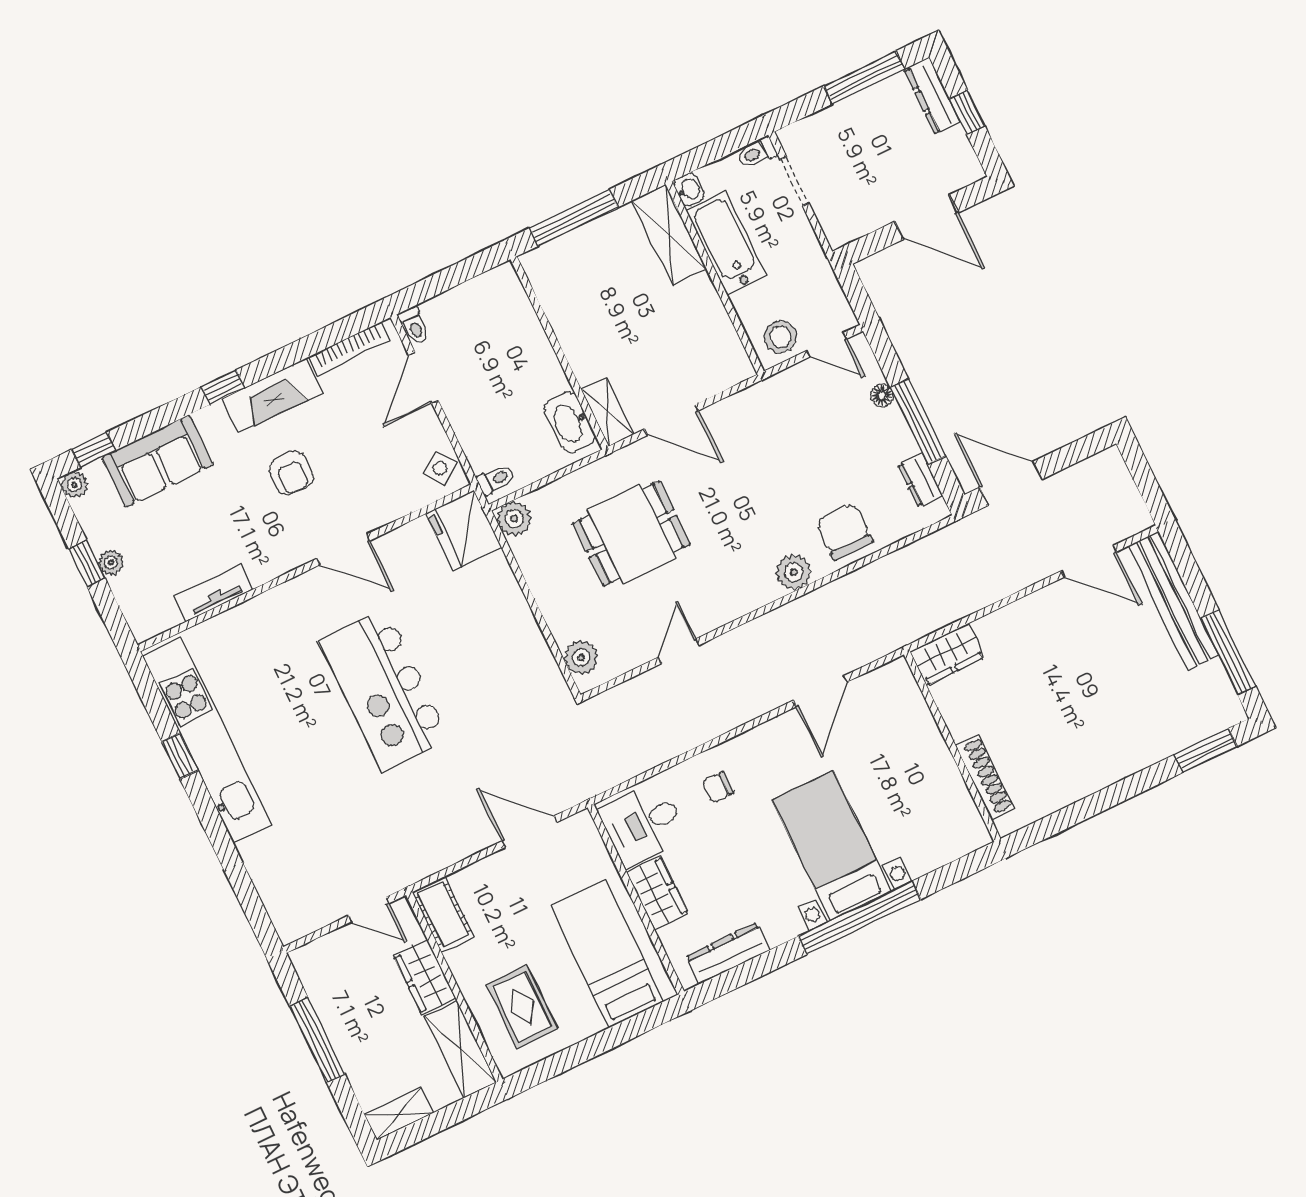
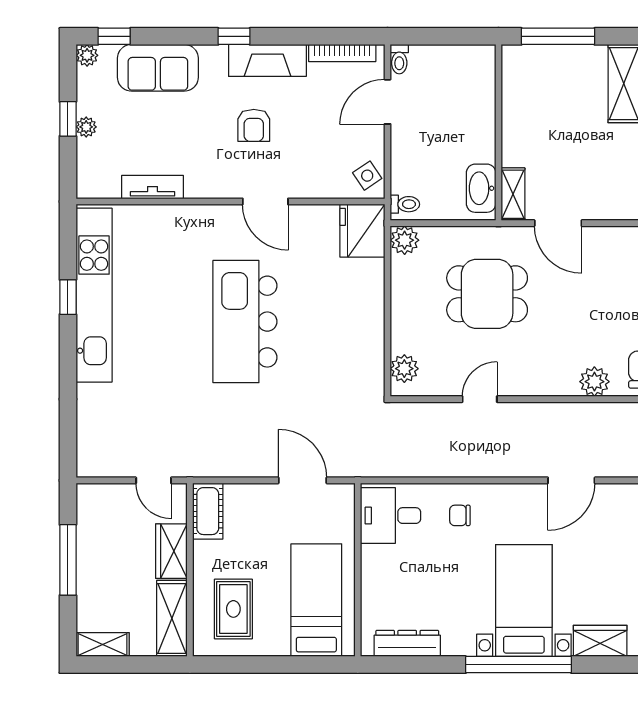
wardrobe: (657, 893) -> (600, 641), moved, turned -90

